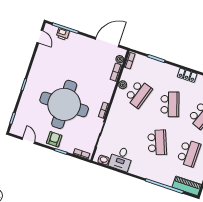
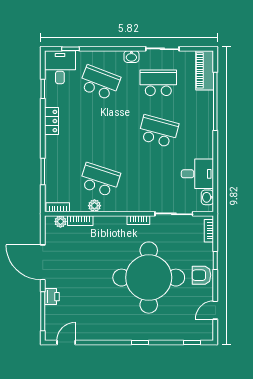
printer: (63, 34) -> (52, 297), moved
door: (107, 42) -> (43, 262), moved
school desk: (170, 104) -> (100, 131), removed
school desk: (157, 142) -> (158, 131), turned 36

